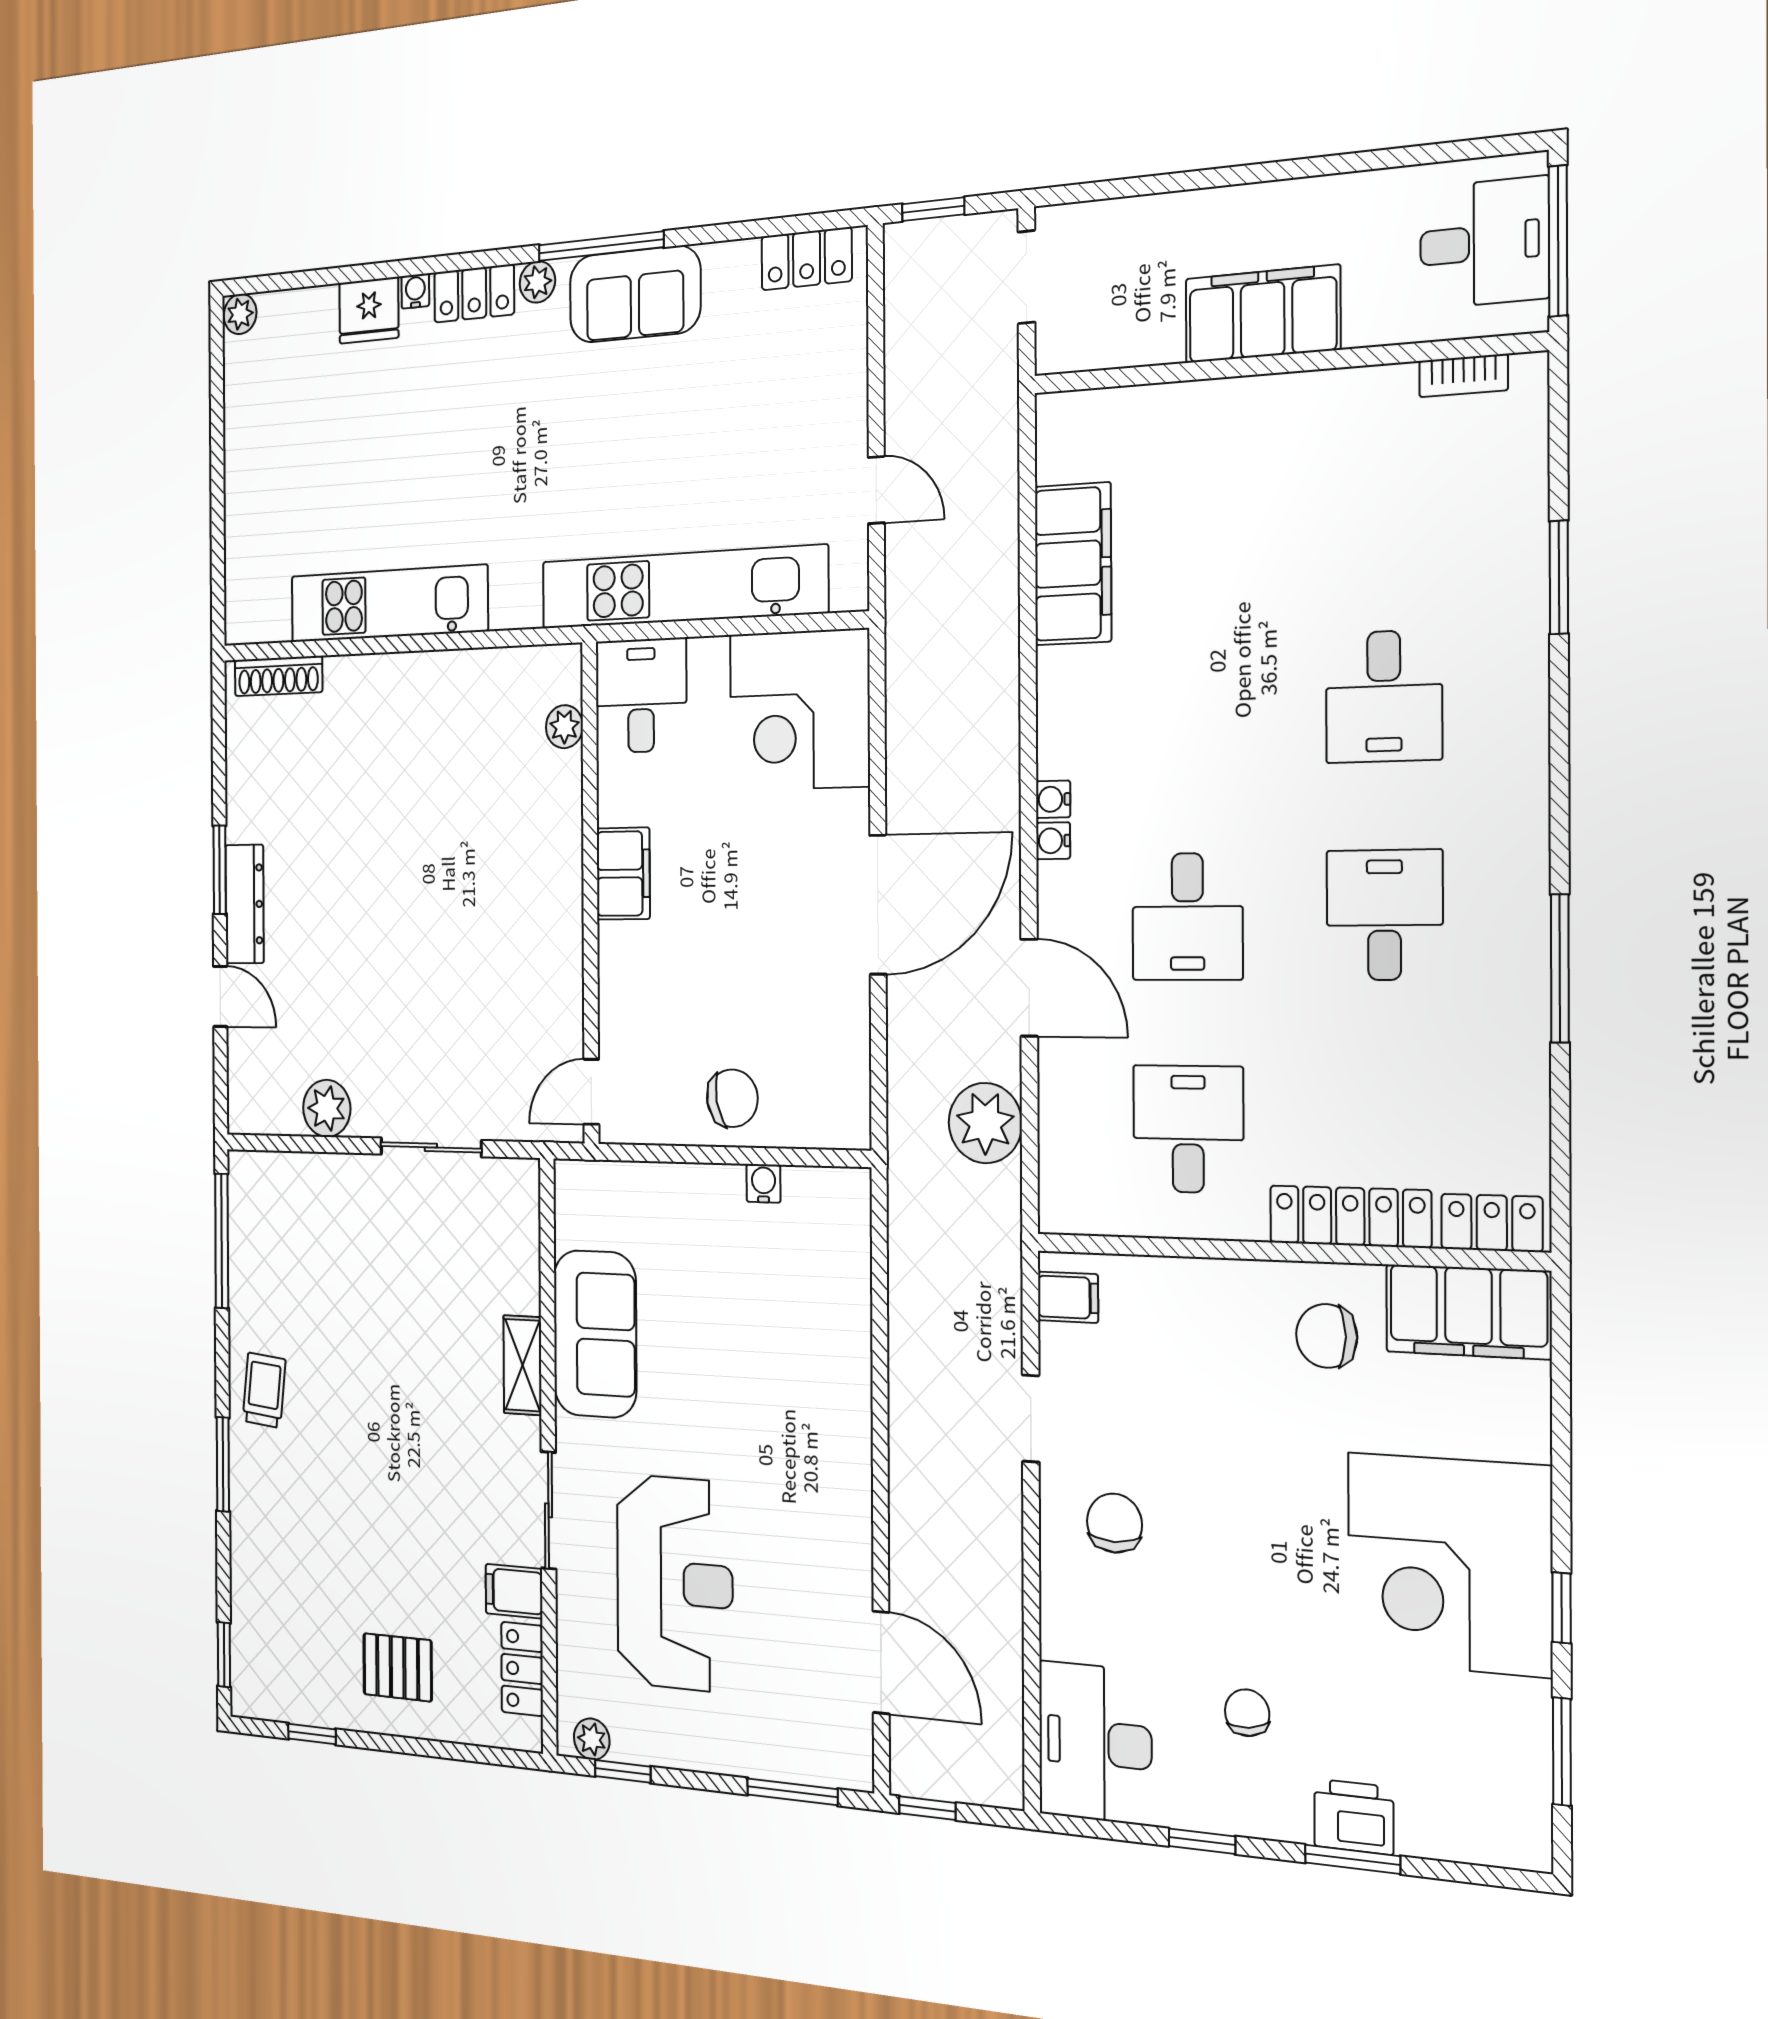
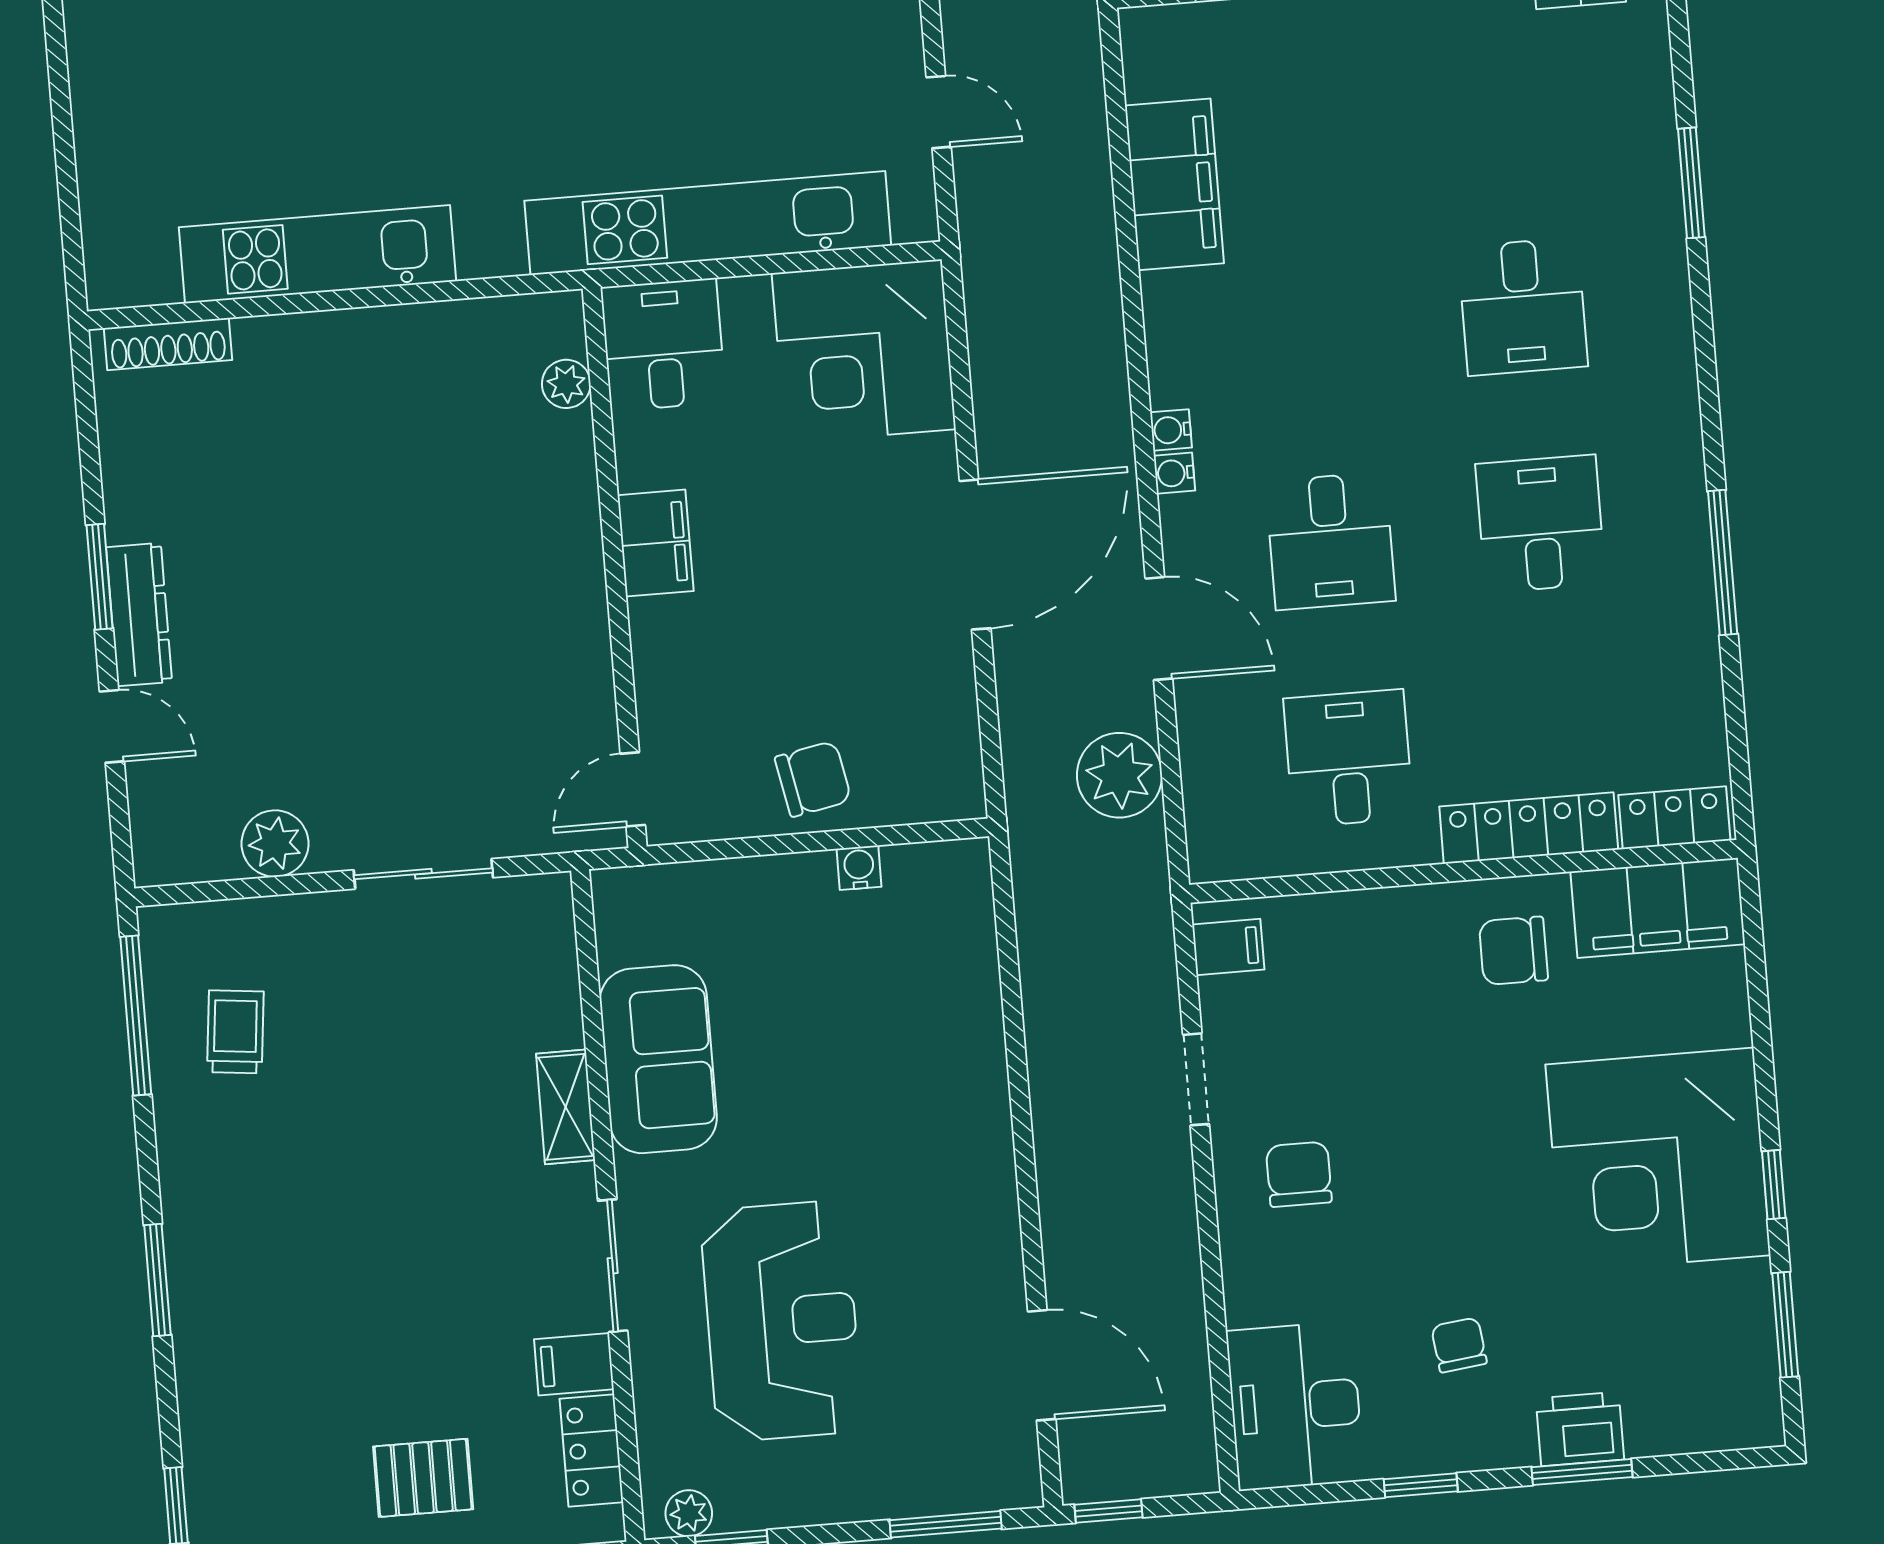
trolley: (264, 1390) -> (235, 1032), moved

